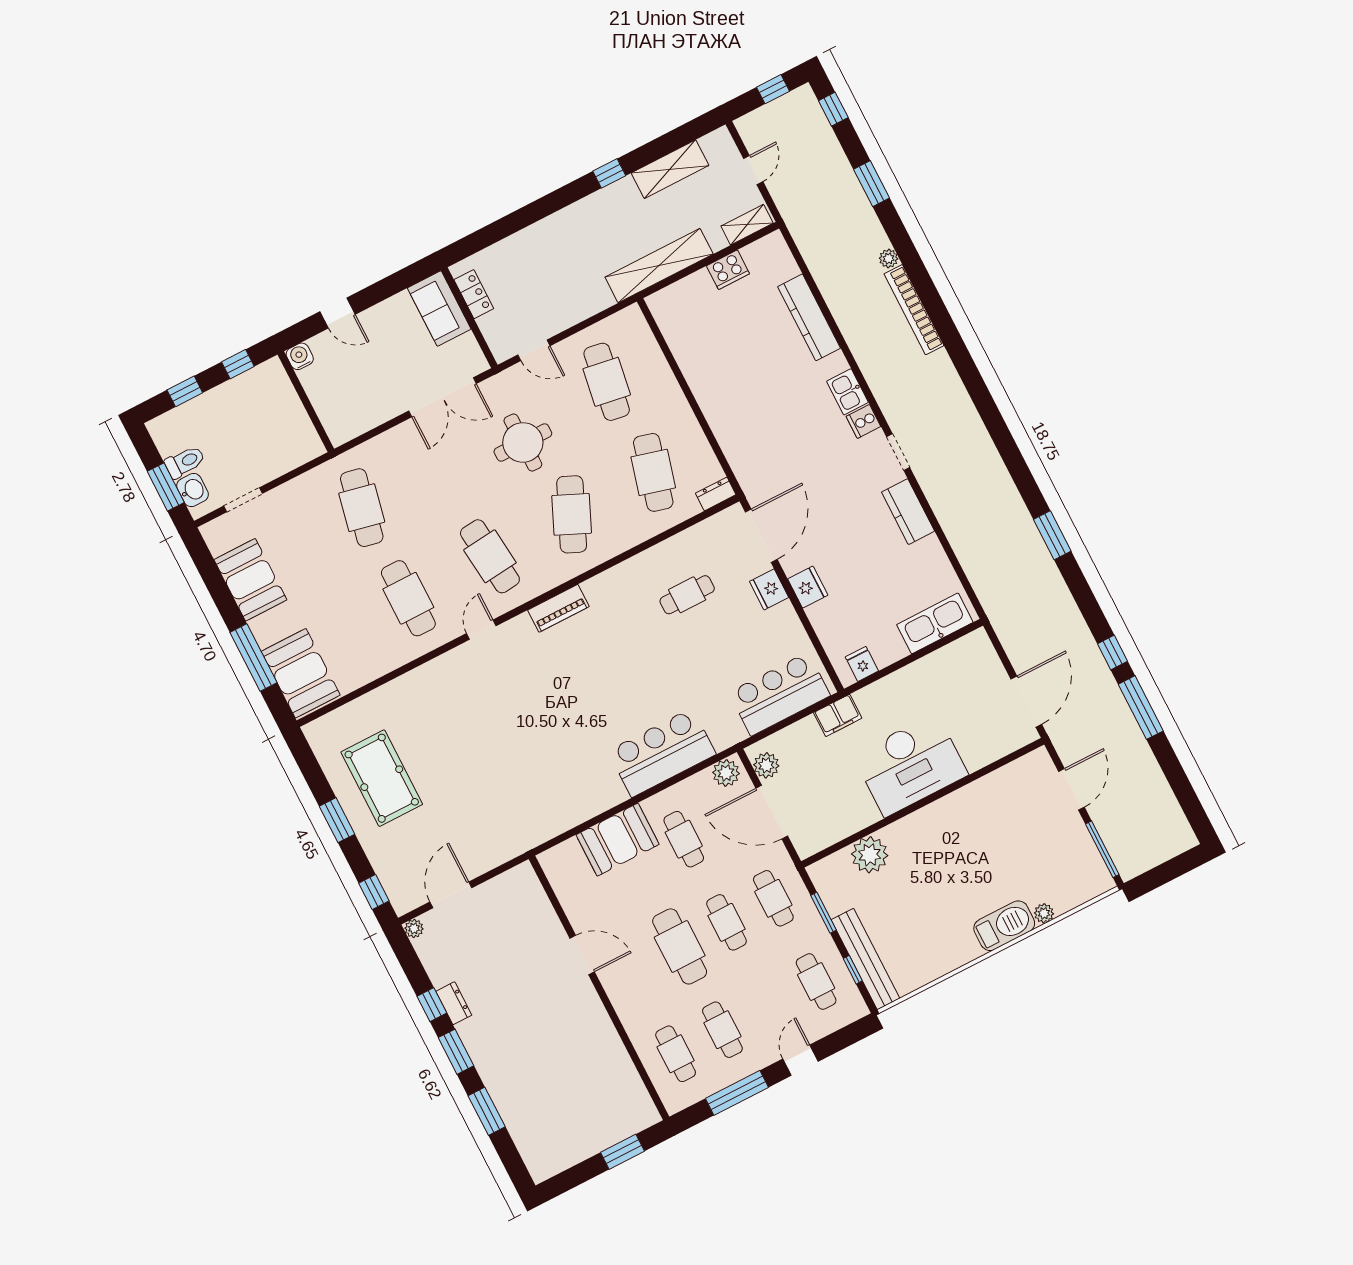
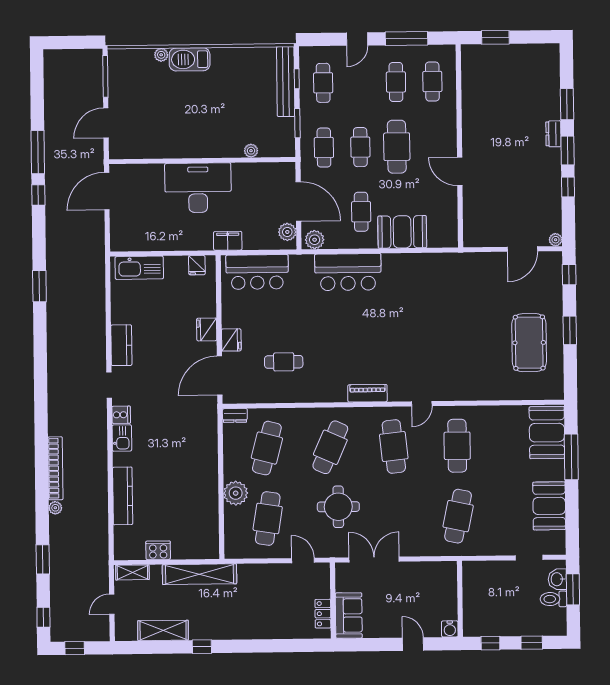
plant: (665, 394) -> (236, 493), added
plant: (870, 855) -> (251, 151), width x0.53, depth x0.53
dresser: (454, 1003) -> (553, 134), moved

